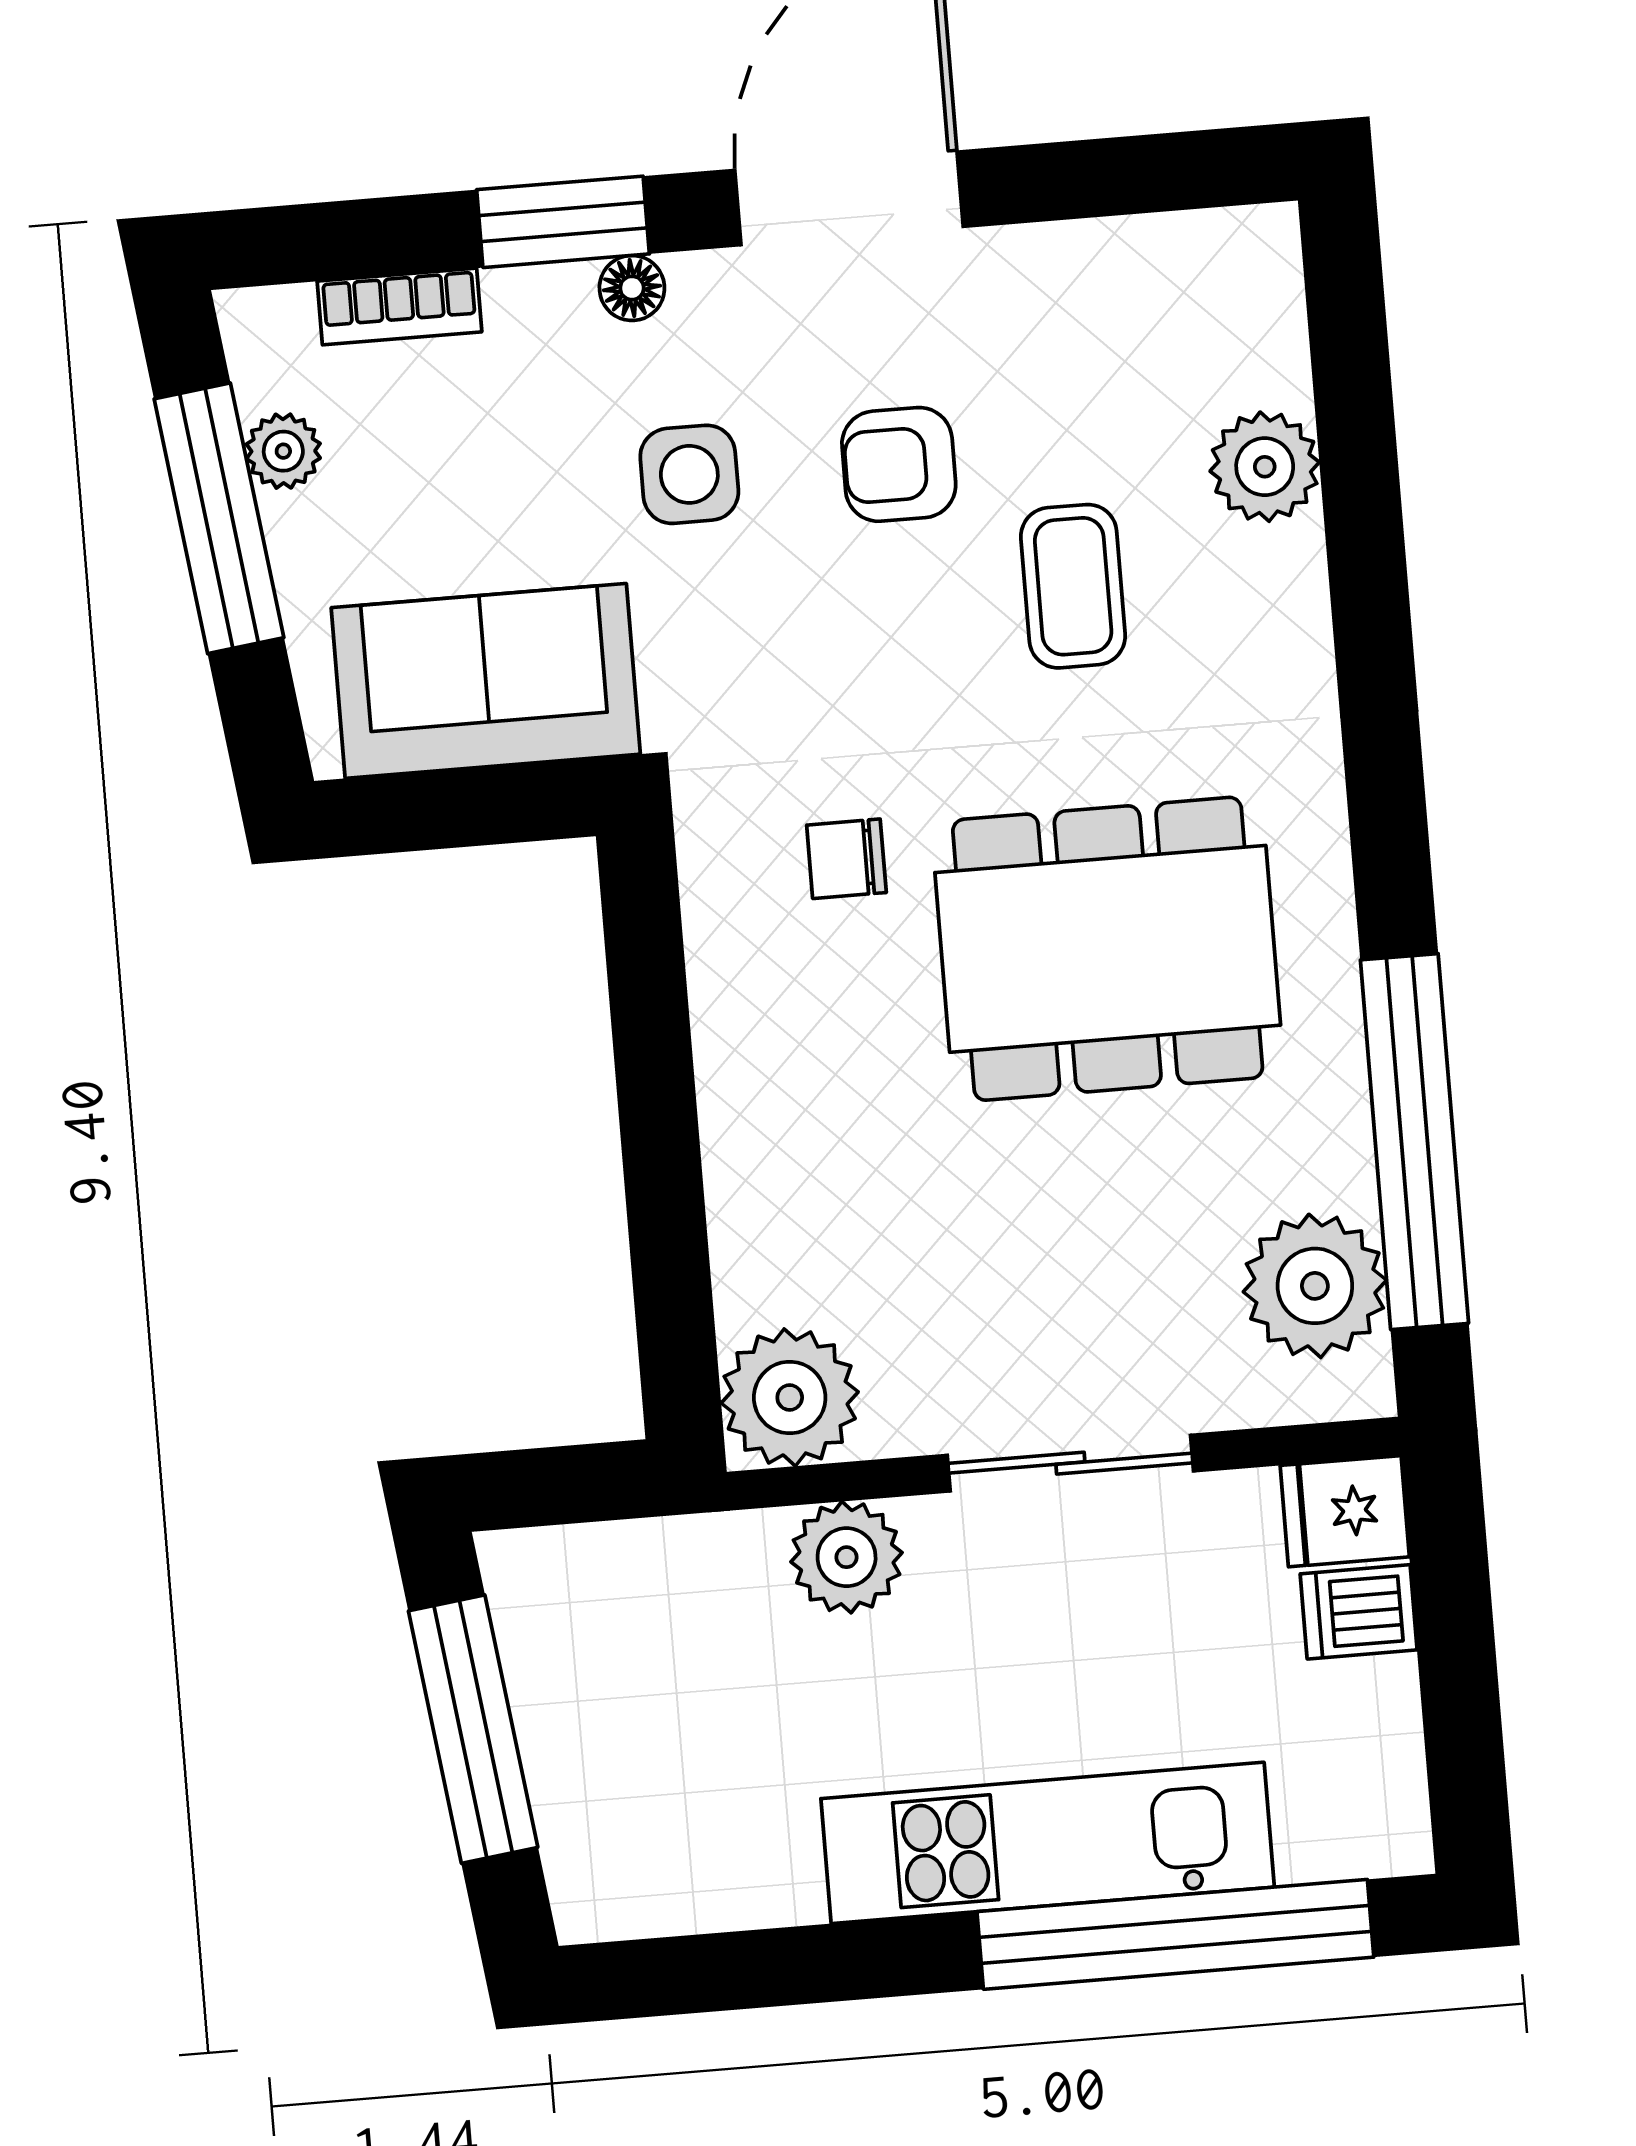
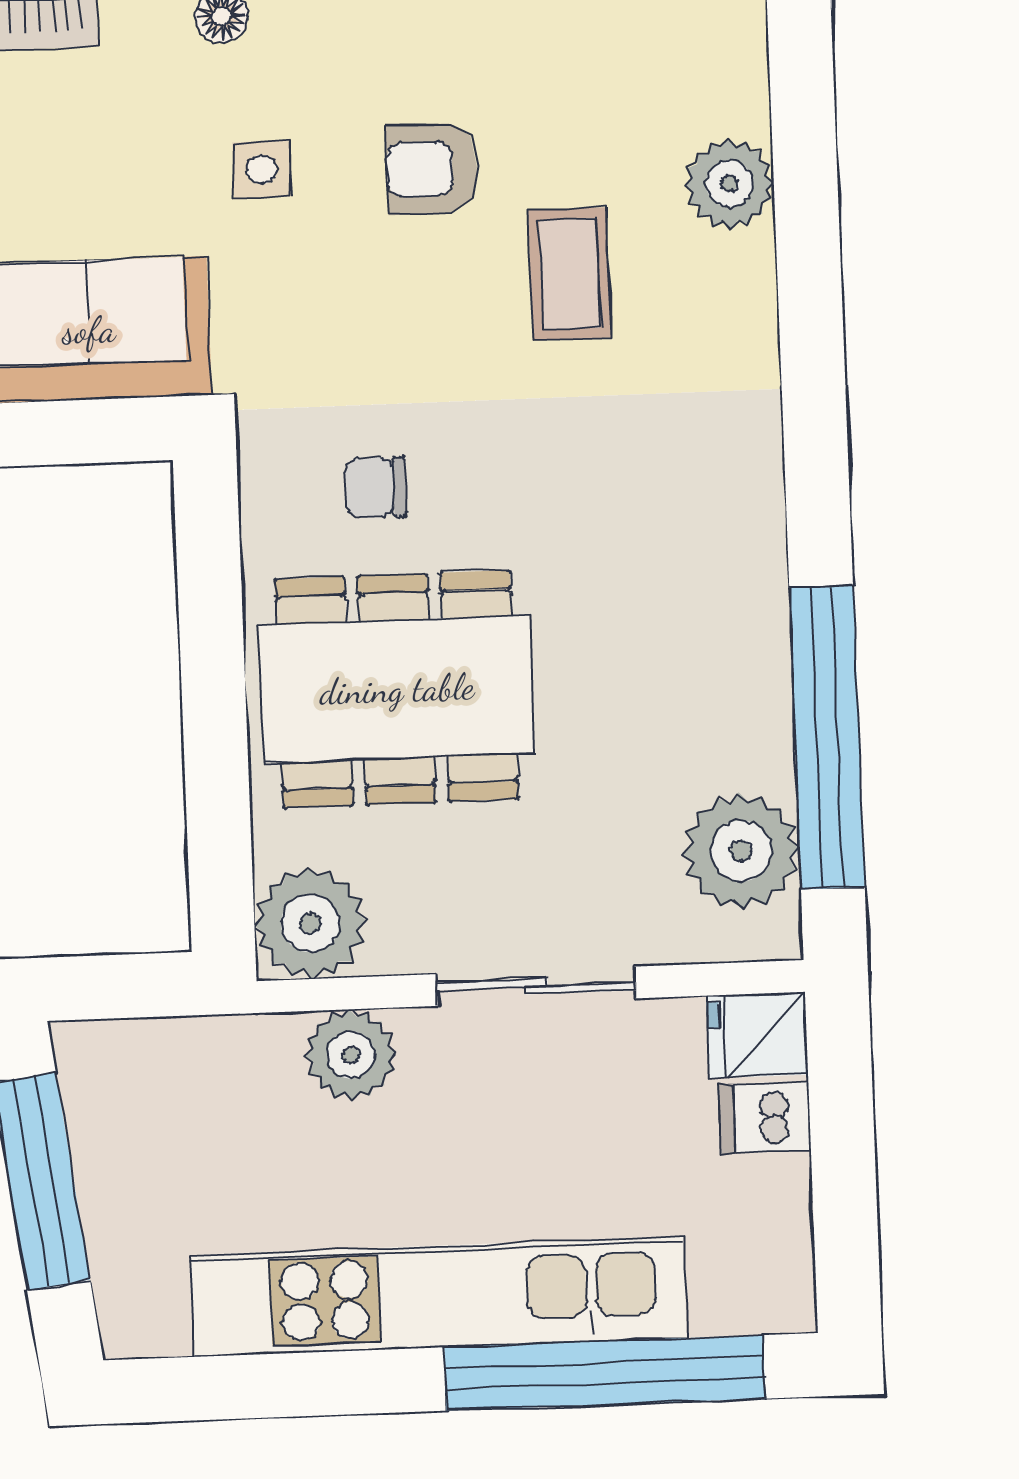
side table: (689, 474) -> (262, 169), width x0.73, depth x0.73
dining table: (1108, 949) -> (397, 689), moved
kitchen unit: (1048, 1843) -> (438, 1297), width x1.36

